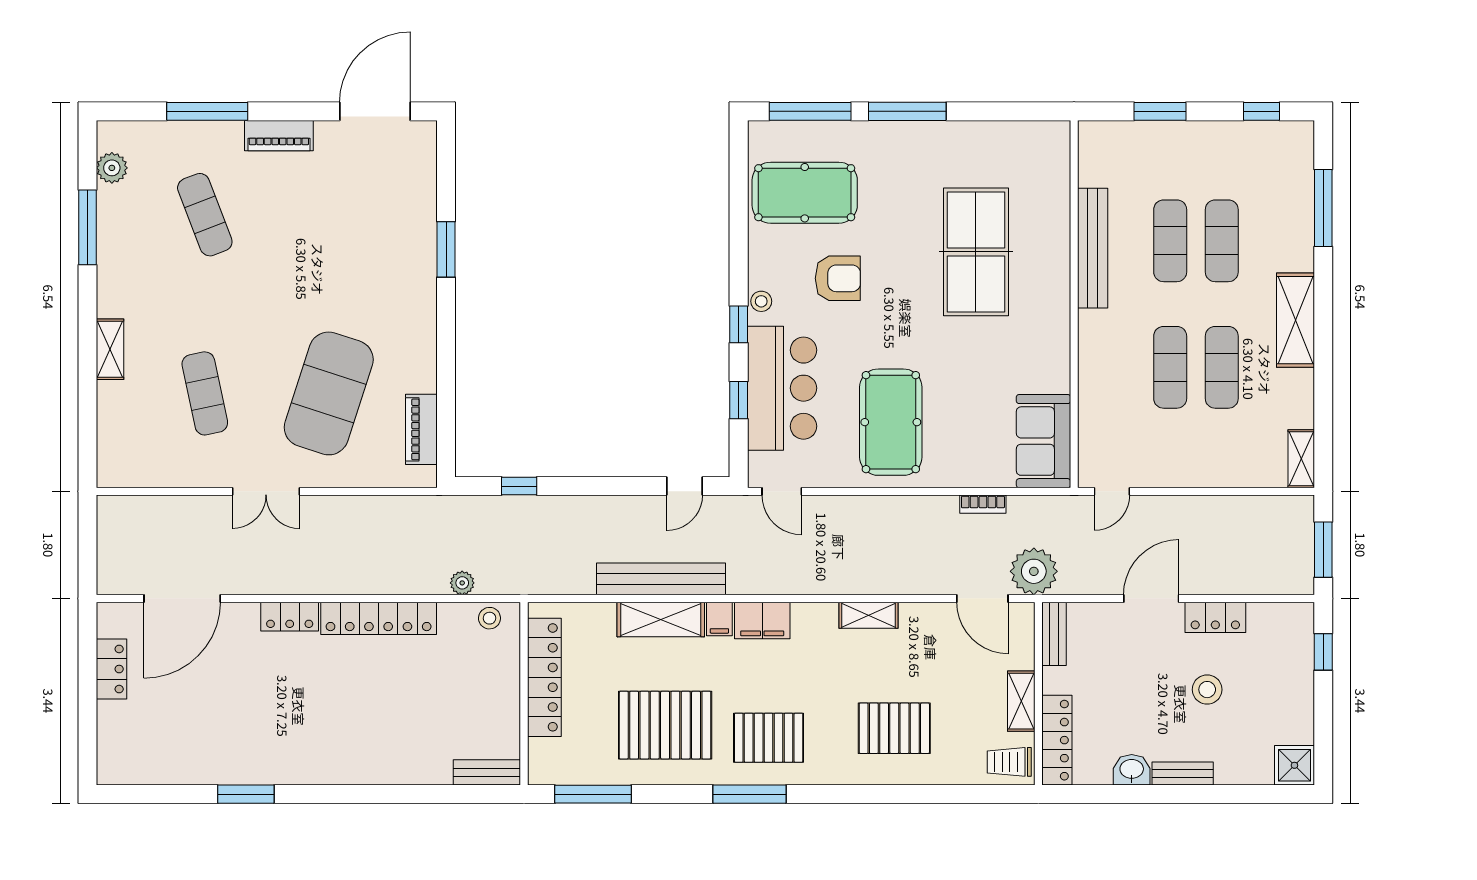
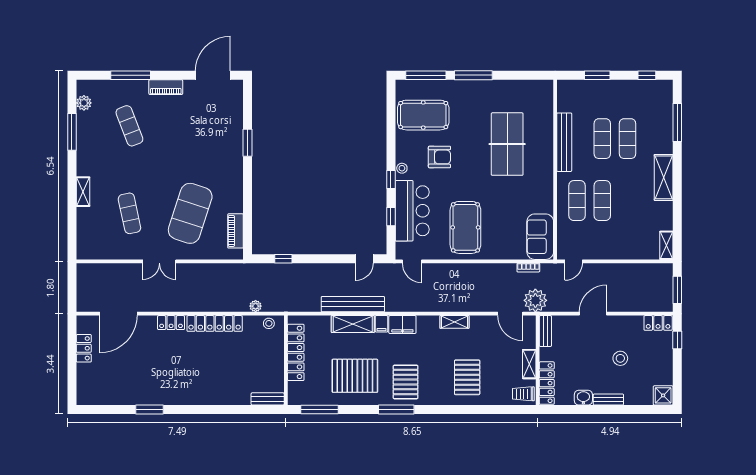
exercise mat: (1222, 367) -> (577, 201), moved
bookcase: (983, 504) -> (528, 268), moved
locker: (1215, 617) -> (658, 323), moved
pallet: (894, 728) -> (467, 377), turned 90
pallet: (769, 738) -> (406, 382), turned 90

